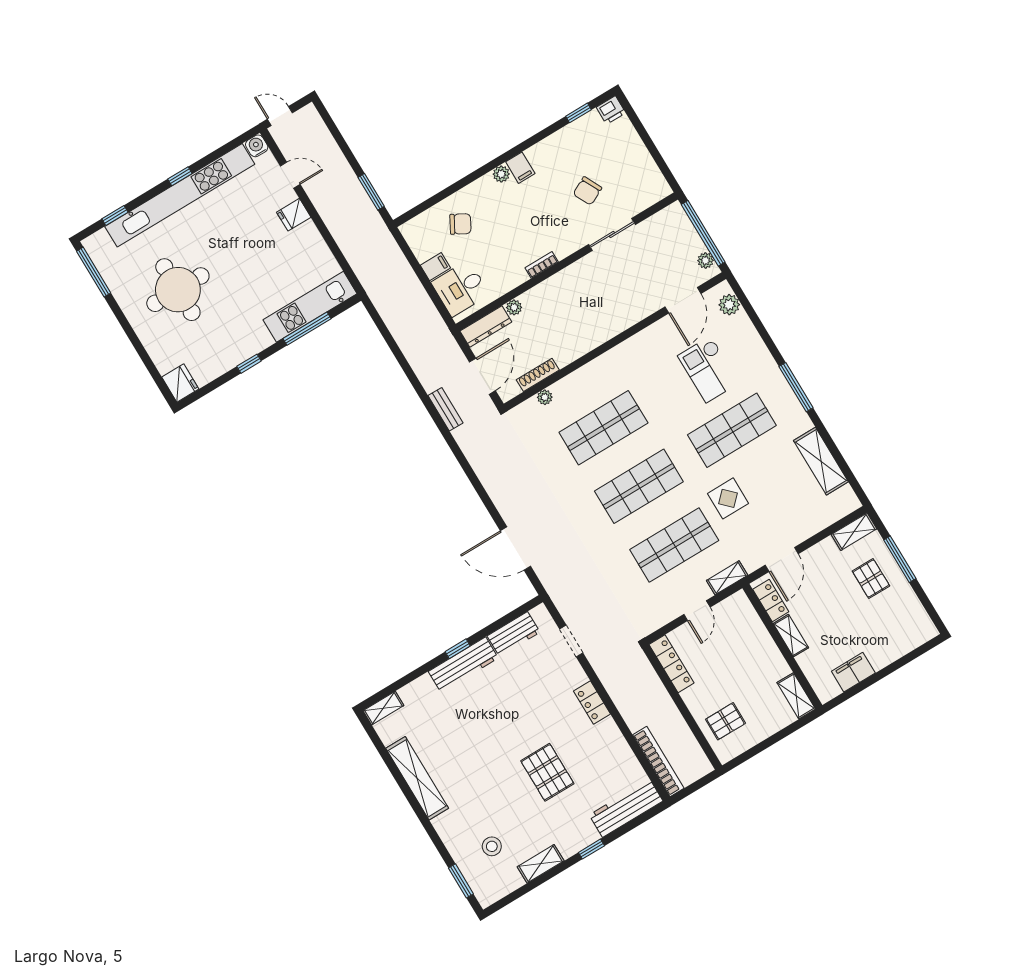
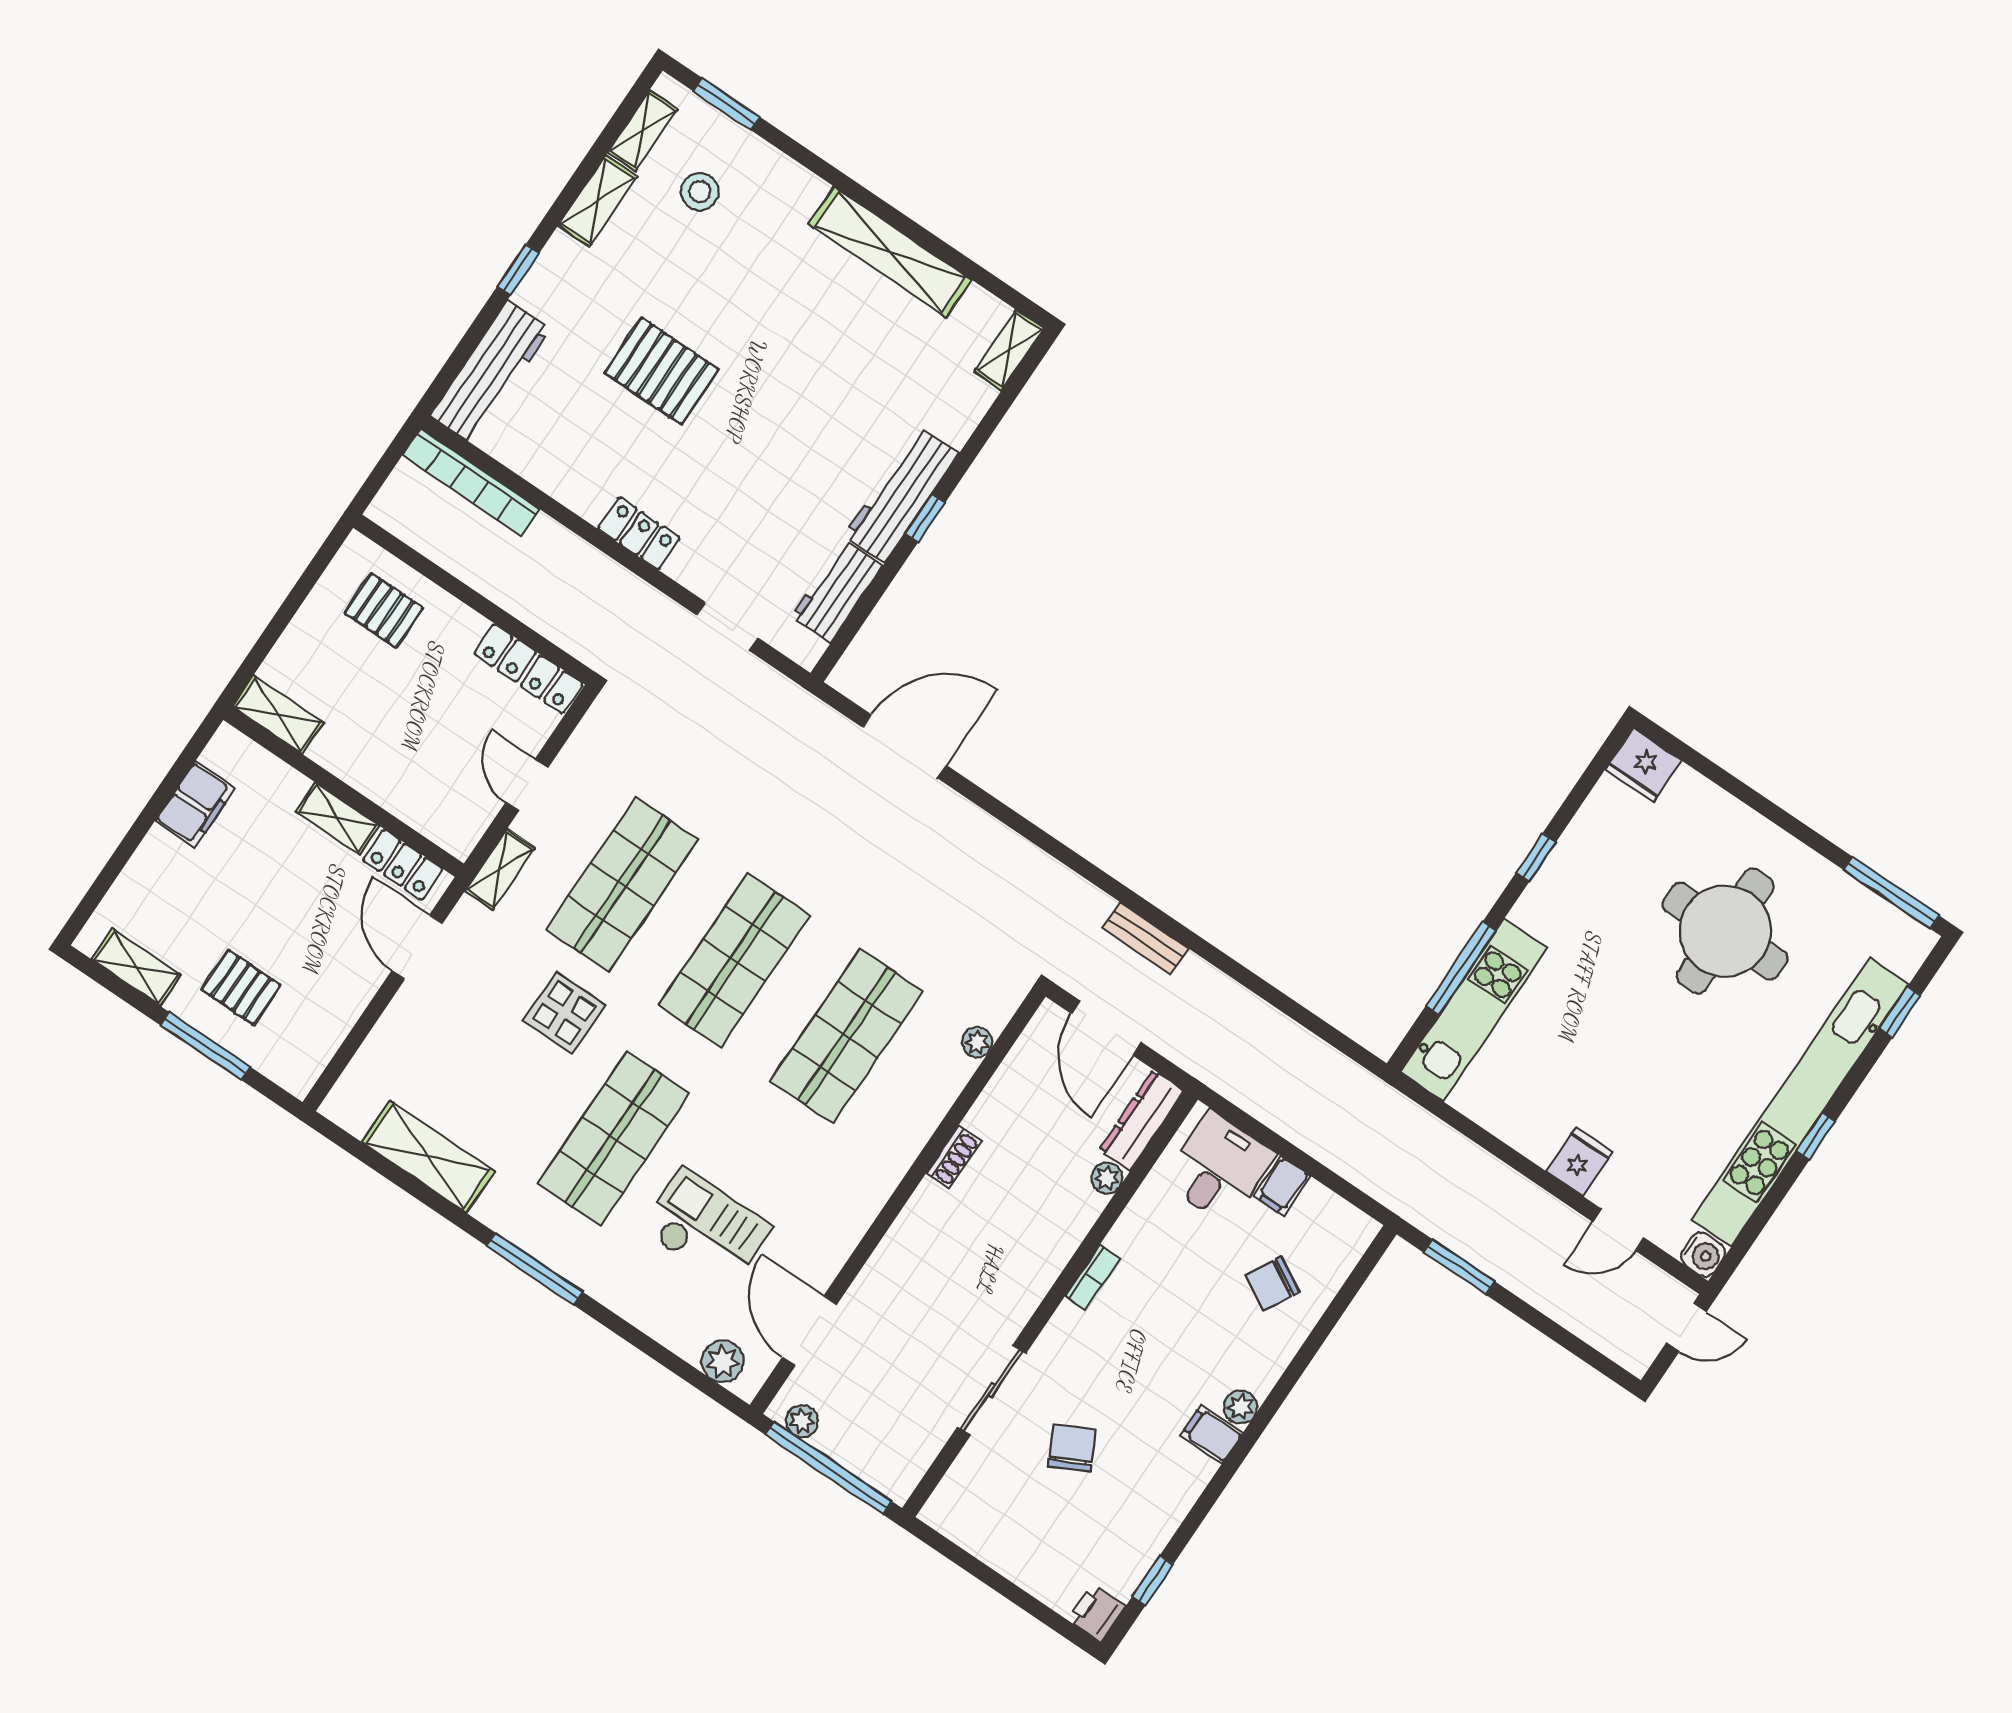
shoe rack: (538, 375) -> (954, 1157), moved, width x0.70
shelving: (854, 532) -> (136, 967), moved, turned 90
pallet: (725, 721) -> (384, 610), turned 90
shelving: (505, 887) -> (643, 131), added

